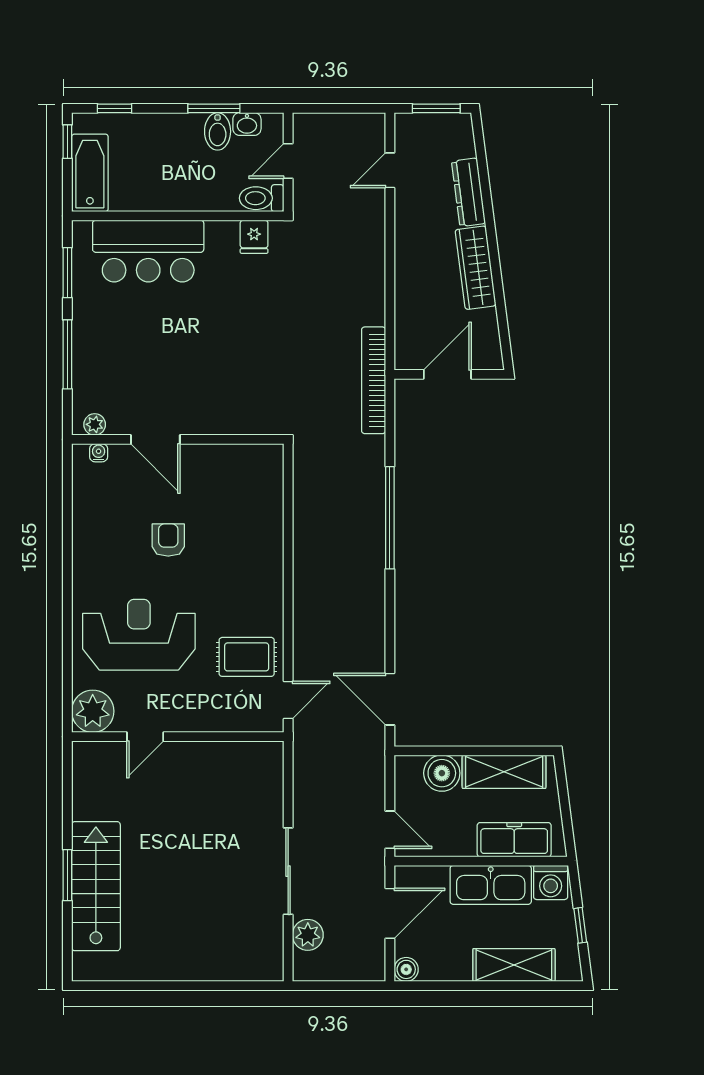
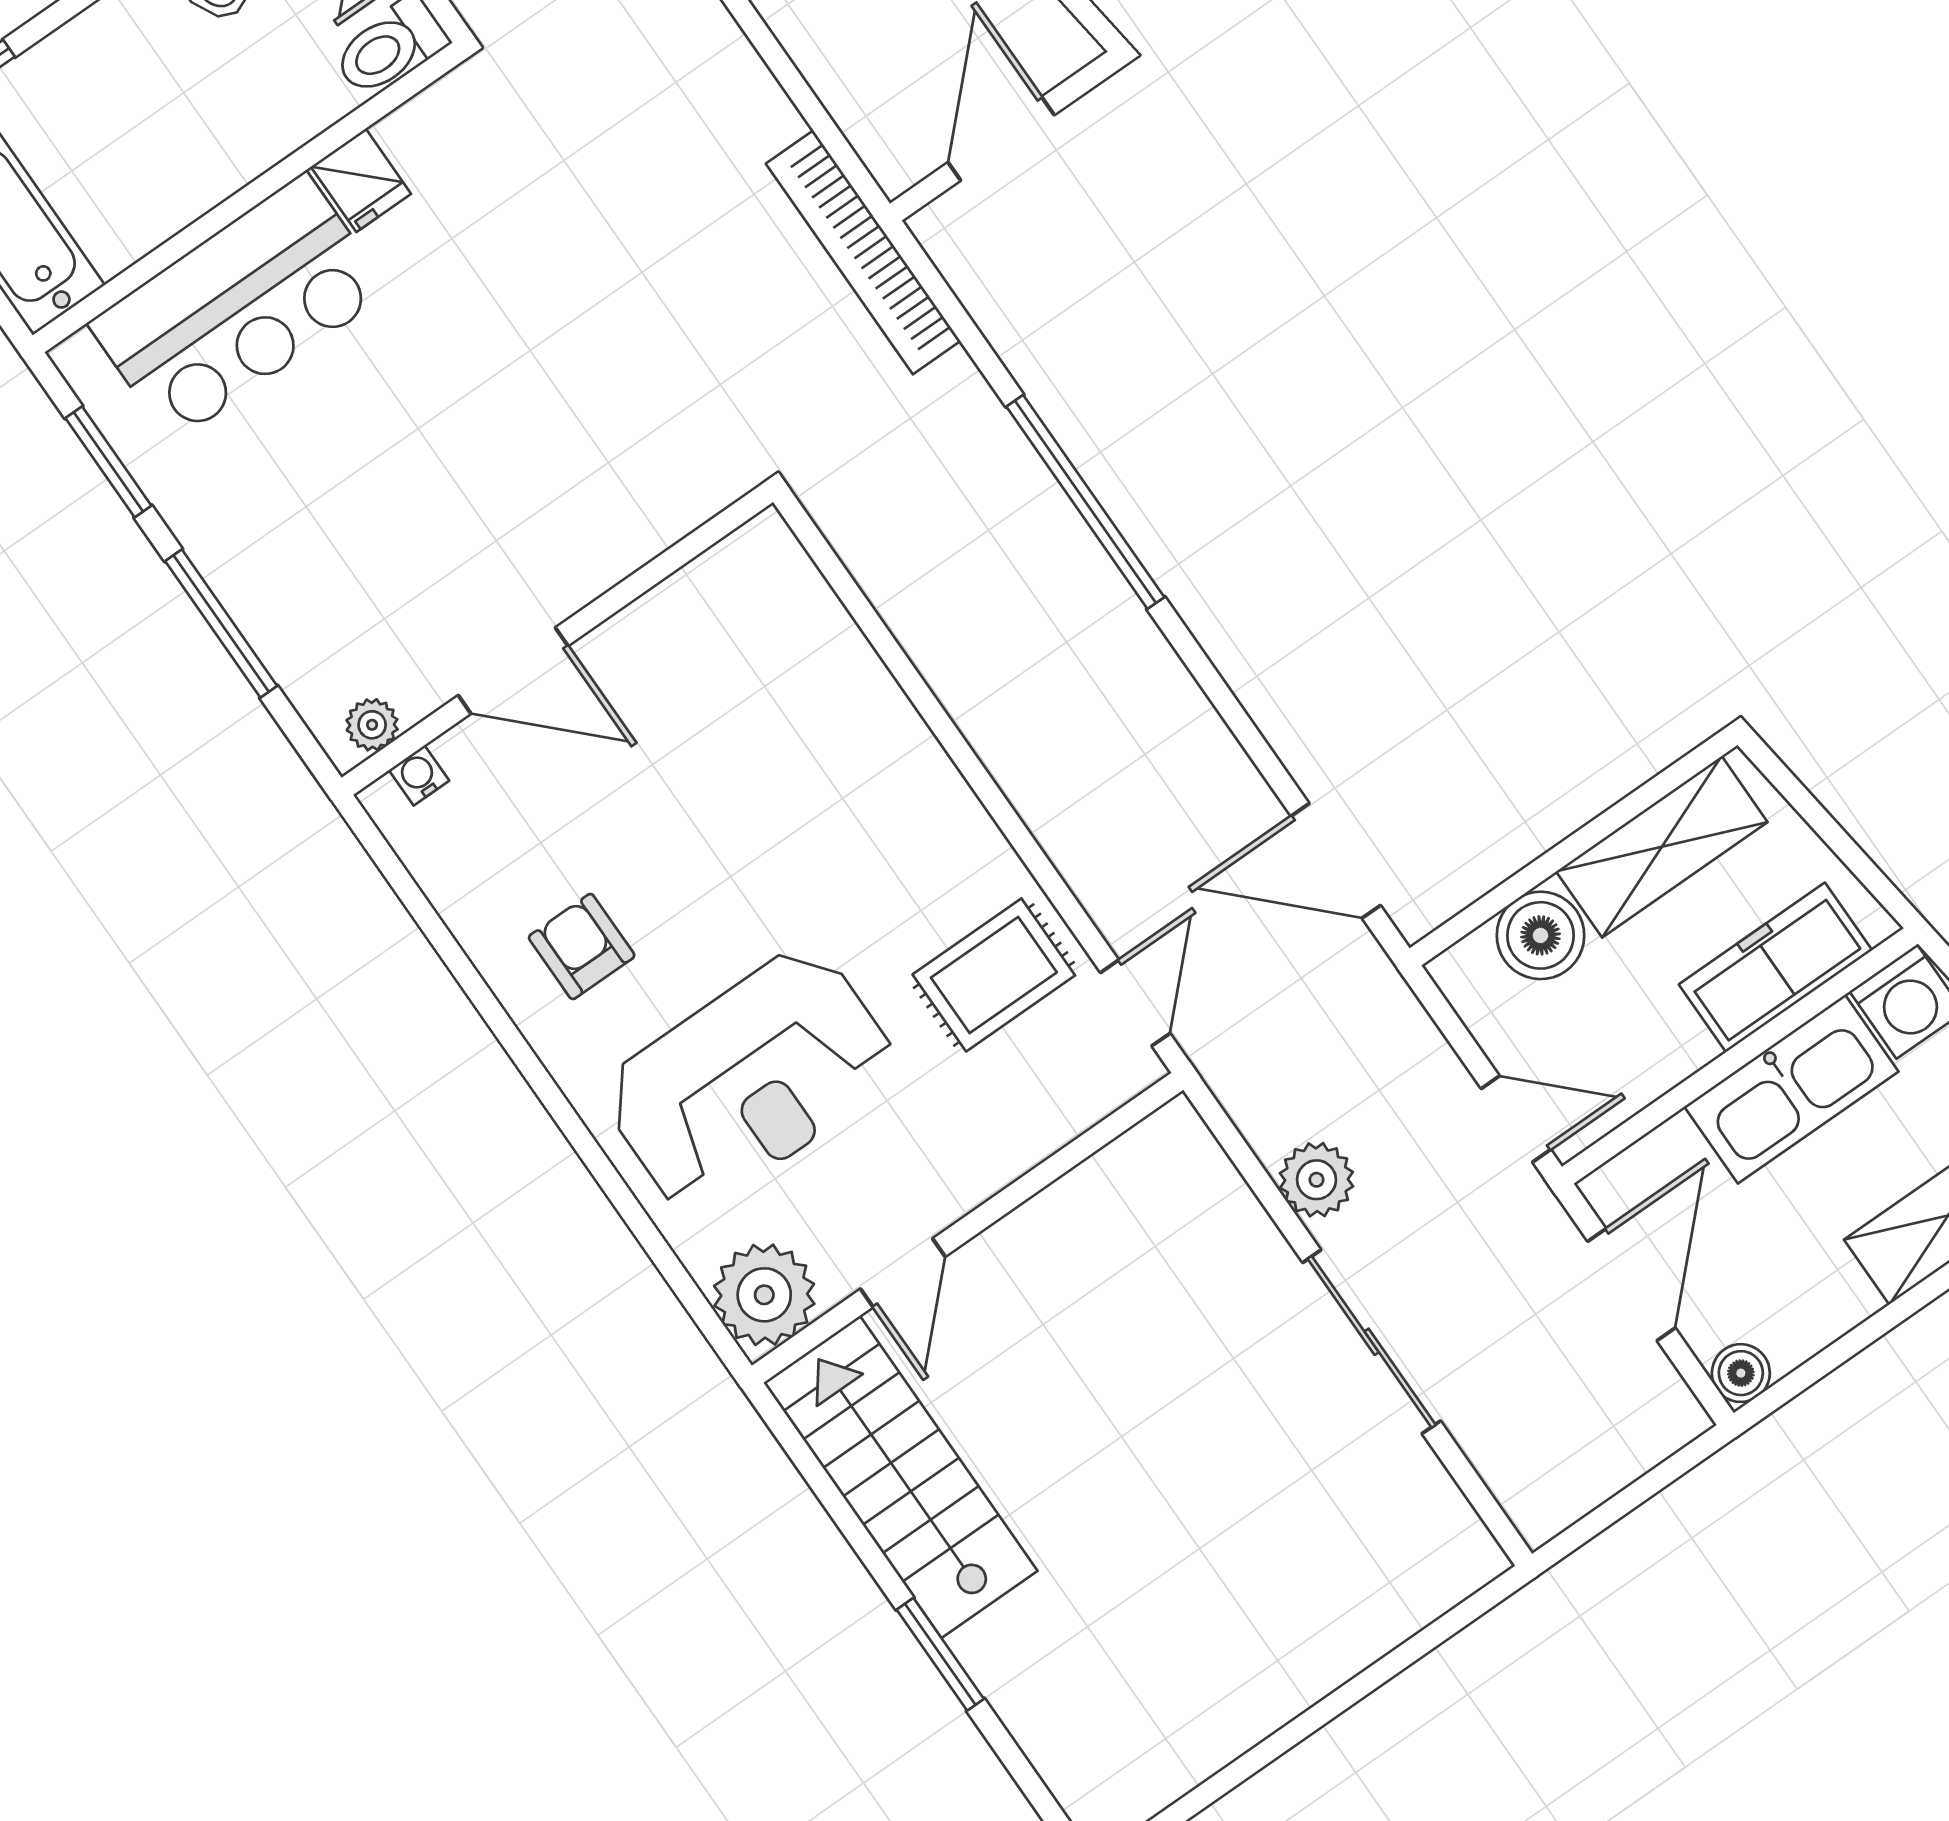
fridge: (254, 237) -> (361, 180), moved
armchair: (168, 540) -> (582, 946), moved
reception desk: (139, 635) -> (750, 1080), turned 180
stairs: (96, 886) -> (901, 1477), moved
plant: (308, 935) -> (1317, 1180), moved

